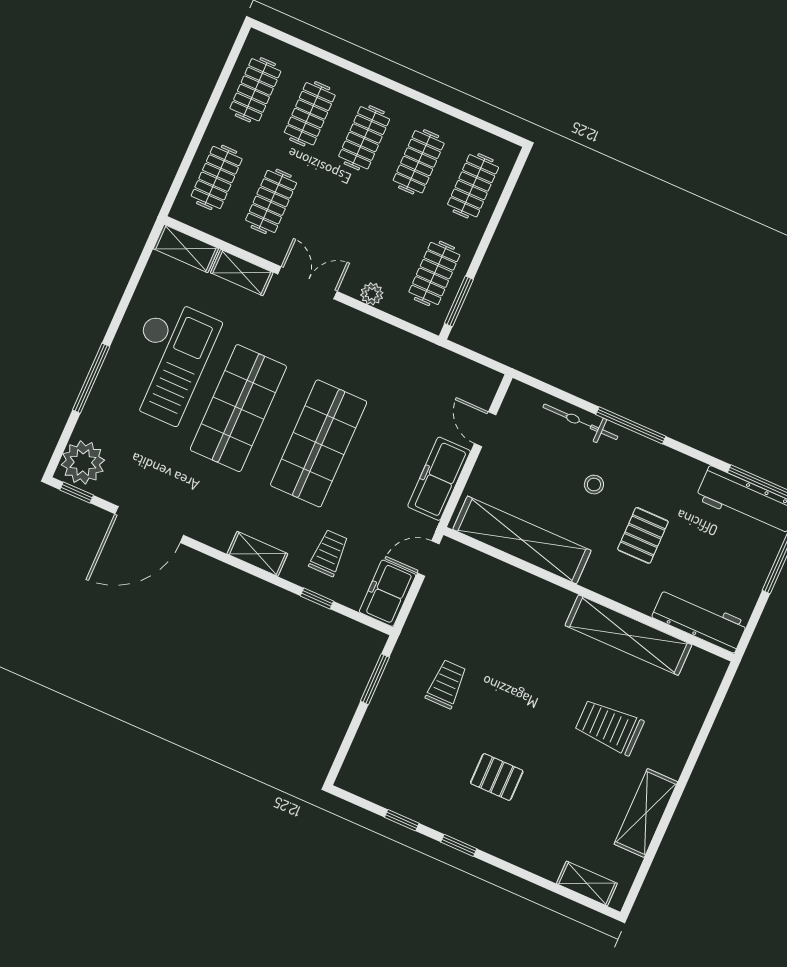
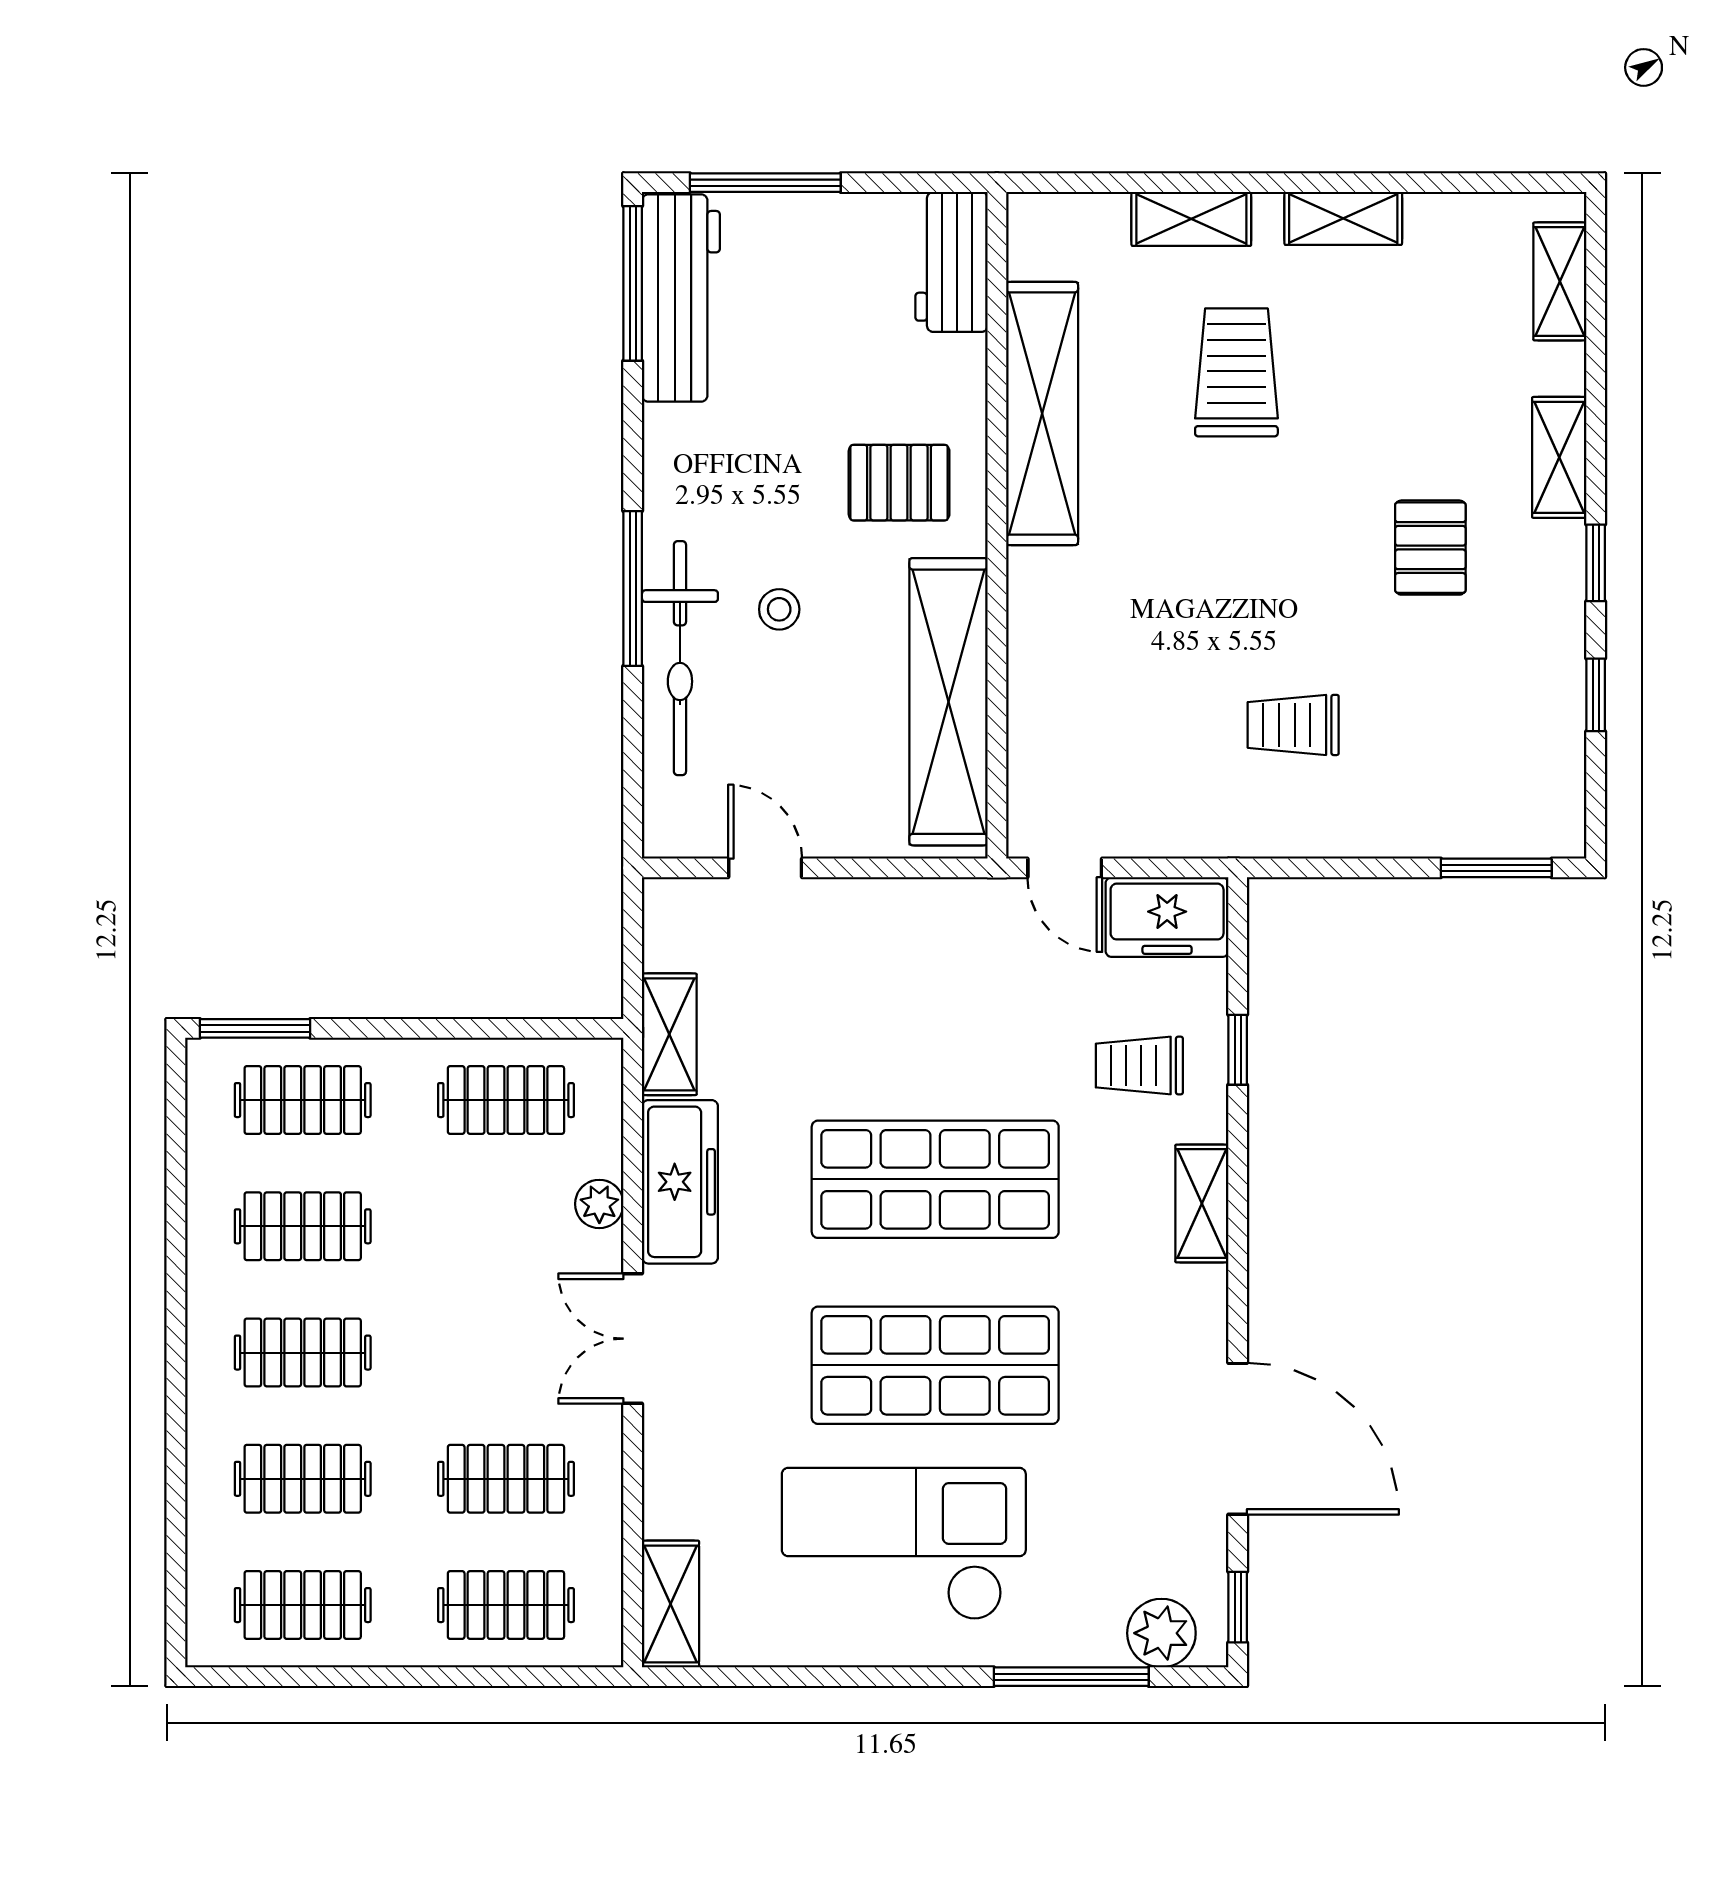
shelving: (242, 273) -> (669, 1034), moved
window: (459, 301) -> (255, 1028), moved
window: (91, 378) -> (1071, 1677), moved
bicycle: (580, 422) -> (680, 658), width x1.37, depth x1.40
door: (485, 429) -> (765, 868), swing flipped
plant: (83, 462) -> (1161, 1633), width x0.73, depth x0.73
freezer: (439, 479) -> (680, 1182), moved, turned -90
pallet: (643, 535) -> (899, 483), moved
workbench: (700, 620) -> (952, 262), width x0.73
window: (375, 679) -> (1496, 868), moved
trolley: (609, 727) -> (1236, 372), turned 180
shelving: (684, 736) -> (1191, 219), added
shelving: (646, 813) -> (1343, 218), width x0.67, depth x0.75
shelving: (511, 850) -> (1559, 457), added

